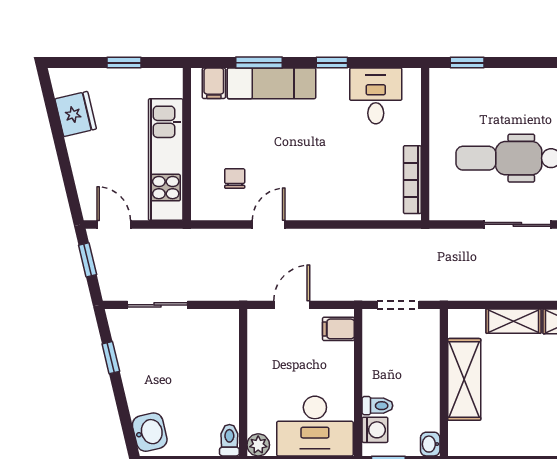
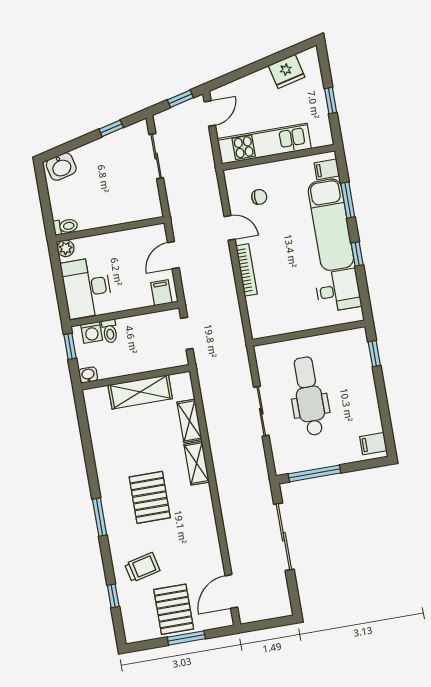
exam couch: (272, 83) -> (331, 225), width x1.36, depth x1.45
bookcase: (412, 180) -> (247, 270), moved, turned 90
door: (292, 305) -> (173, 255), swing flipped

